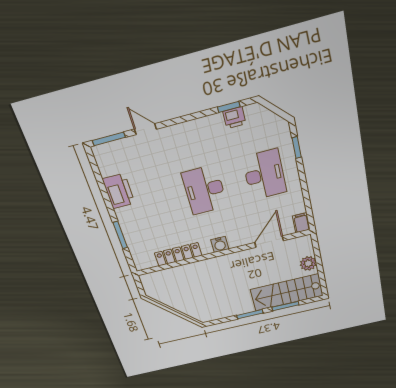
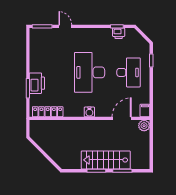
desk: (205, 190) -> (90, 72), width x1.36, depth x1.30
printer: (119, 191) -> (37, 83), moved
locker: (178, 254) -> (48, 112), moved
plant: (308, 263) -> (144, 126), moved
stairs: (287, 292) -> (106, 160), moved

